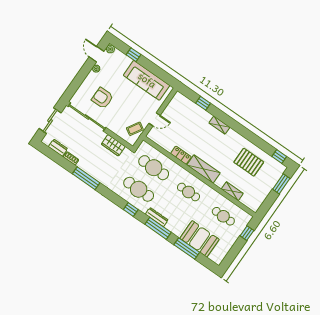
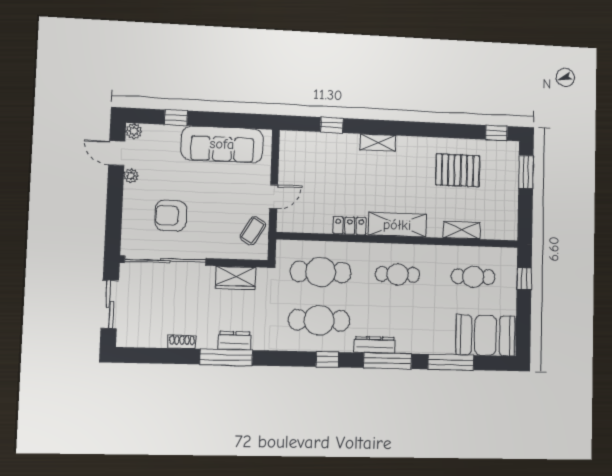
dresser: (58, 148) -> (234, 341), moved
booth: (200, 239) -> (485, 335), moved

